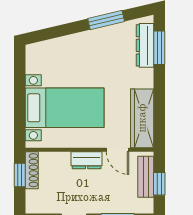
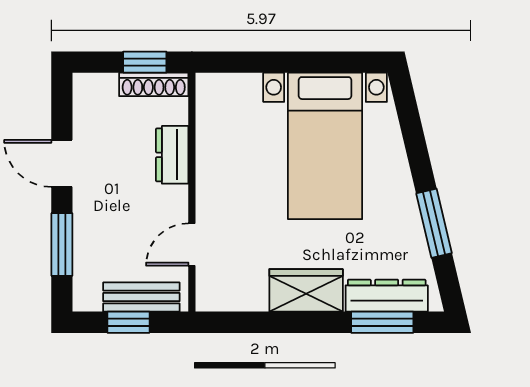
bed with nightstands: (65, 108) -> (325, 146), moved
wardrobe: (142, 118) -> (306, 290), moved, width x0.67
dresser: (87, 160) -> (172, 155), moved

